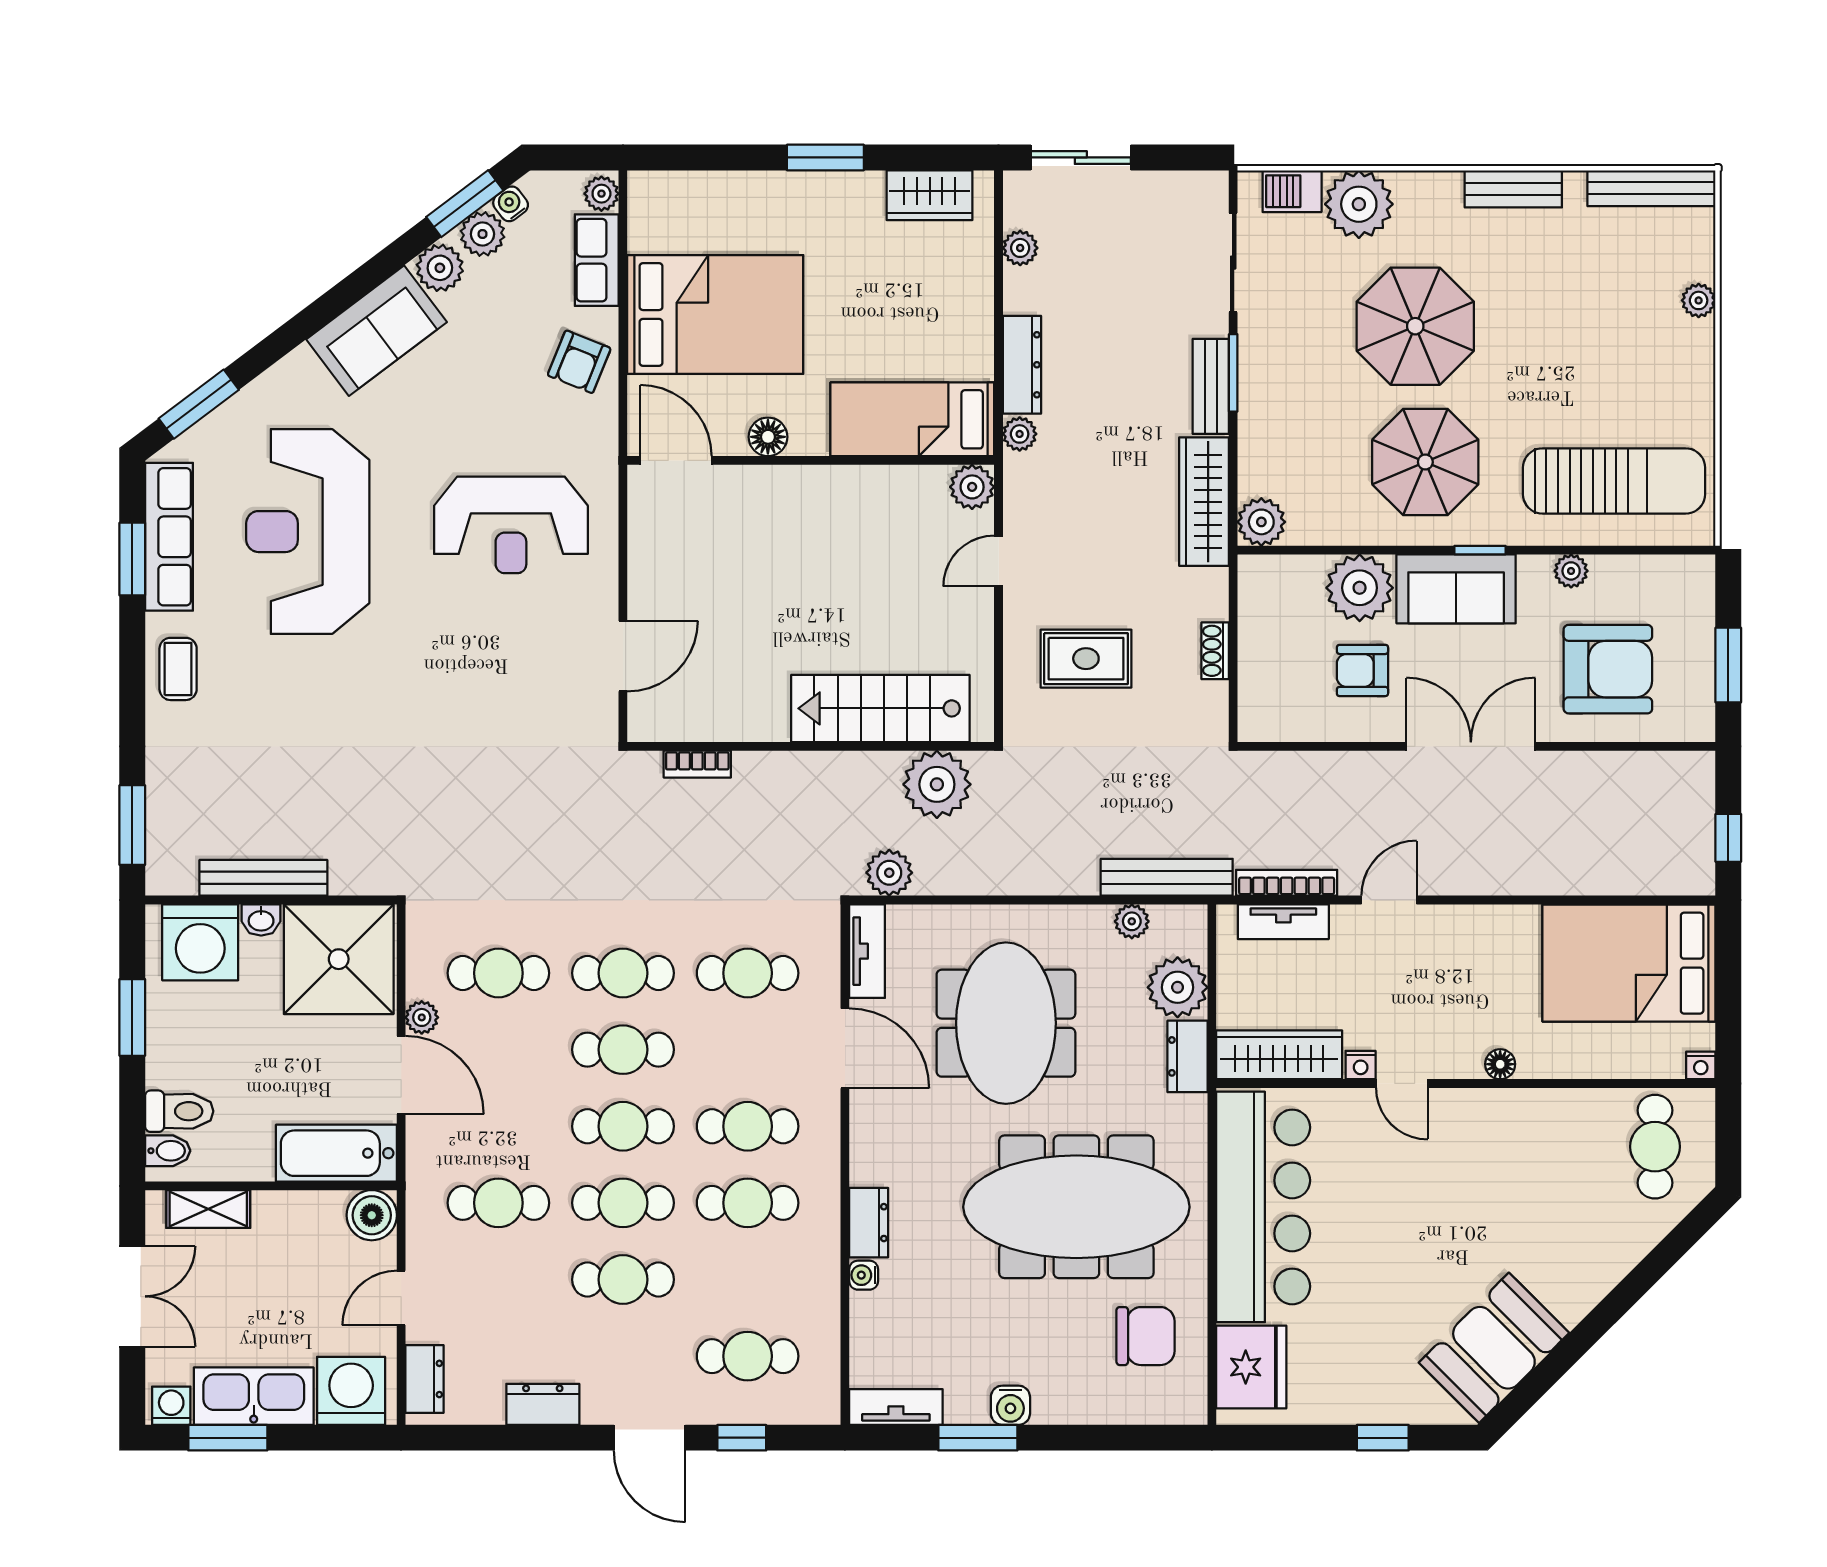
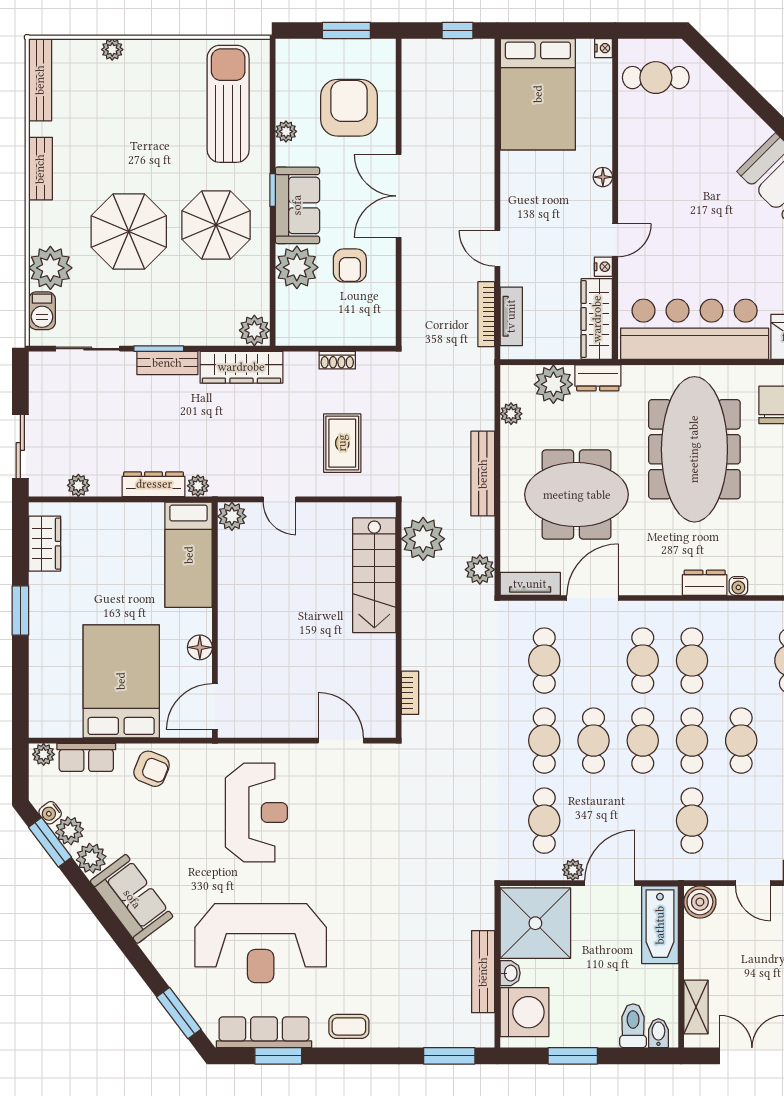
bench: (1167, 877) -> (483, 474), moved

